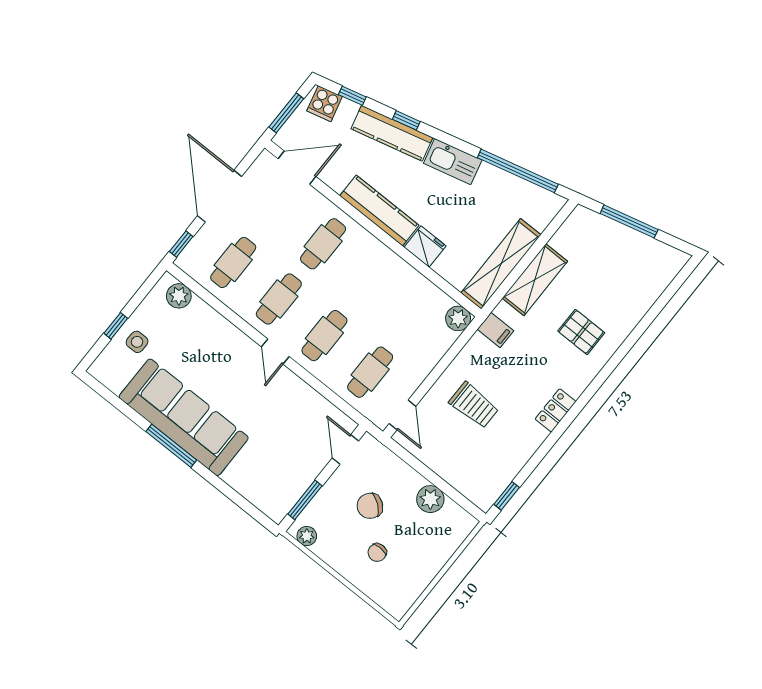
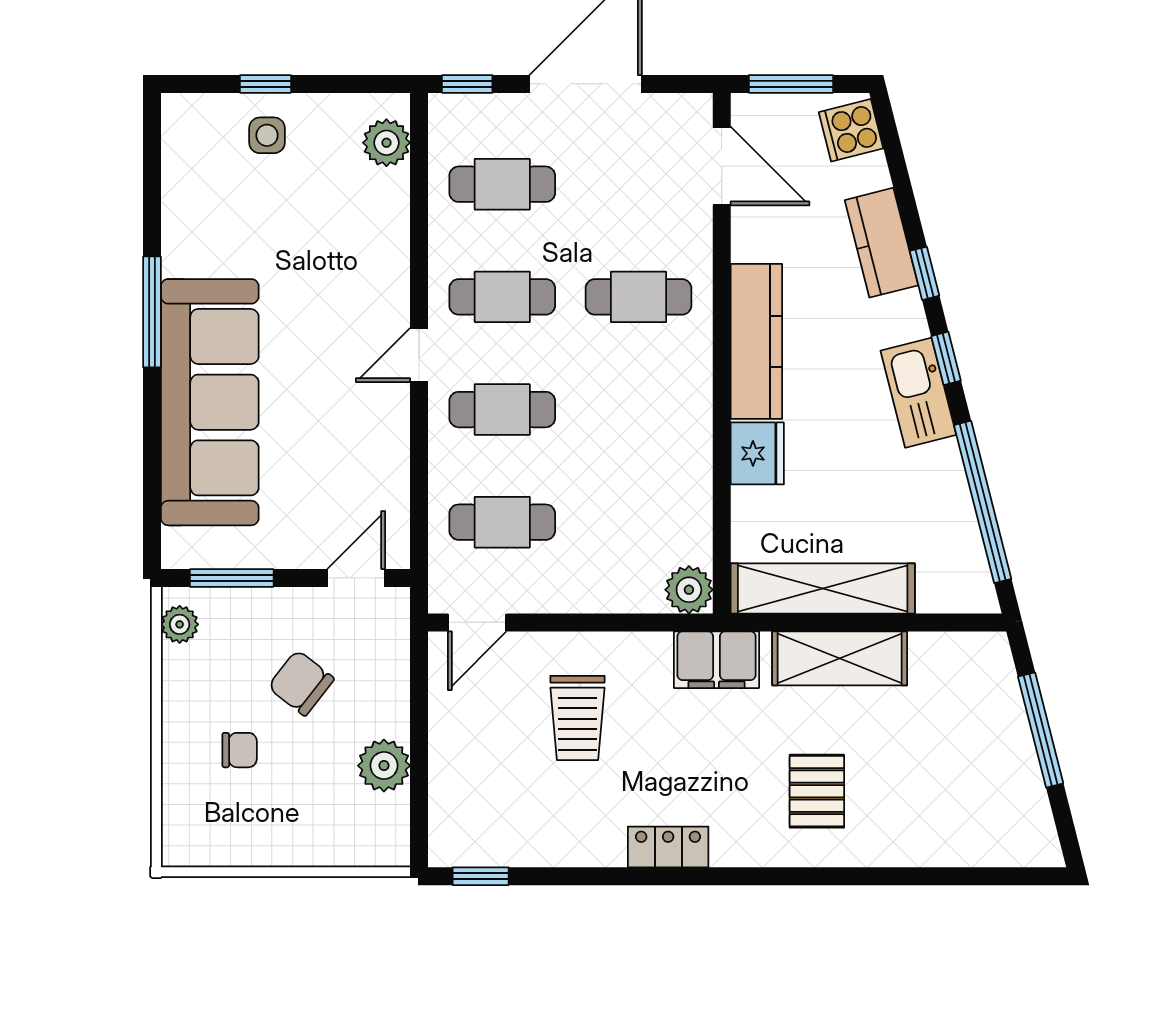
window: (352, 96) -> (946, 358), moved
kitchen counter: (392, 133) -> (881, 243), width x0.67
filing cabinet: (495, 330) -> (717, 660), width x2.00
sofa: (184, 417) -> (210, 402), moved
chair: (377, 553) -> (240, 750), turned 180

